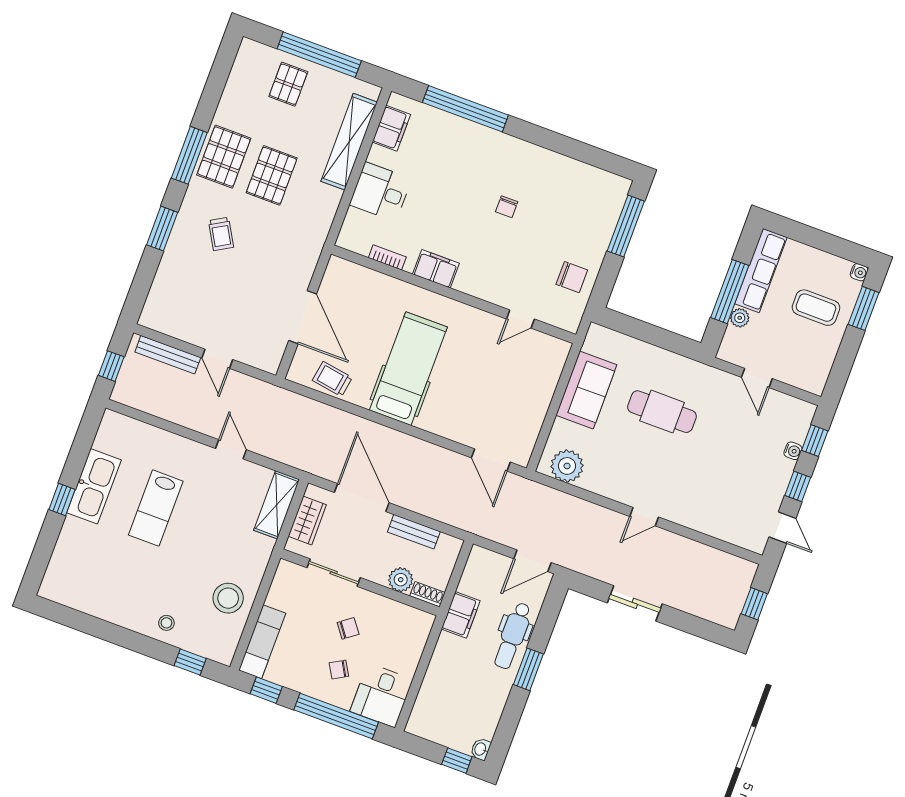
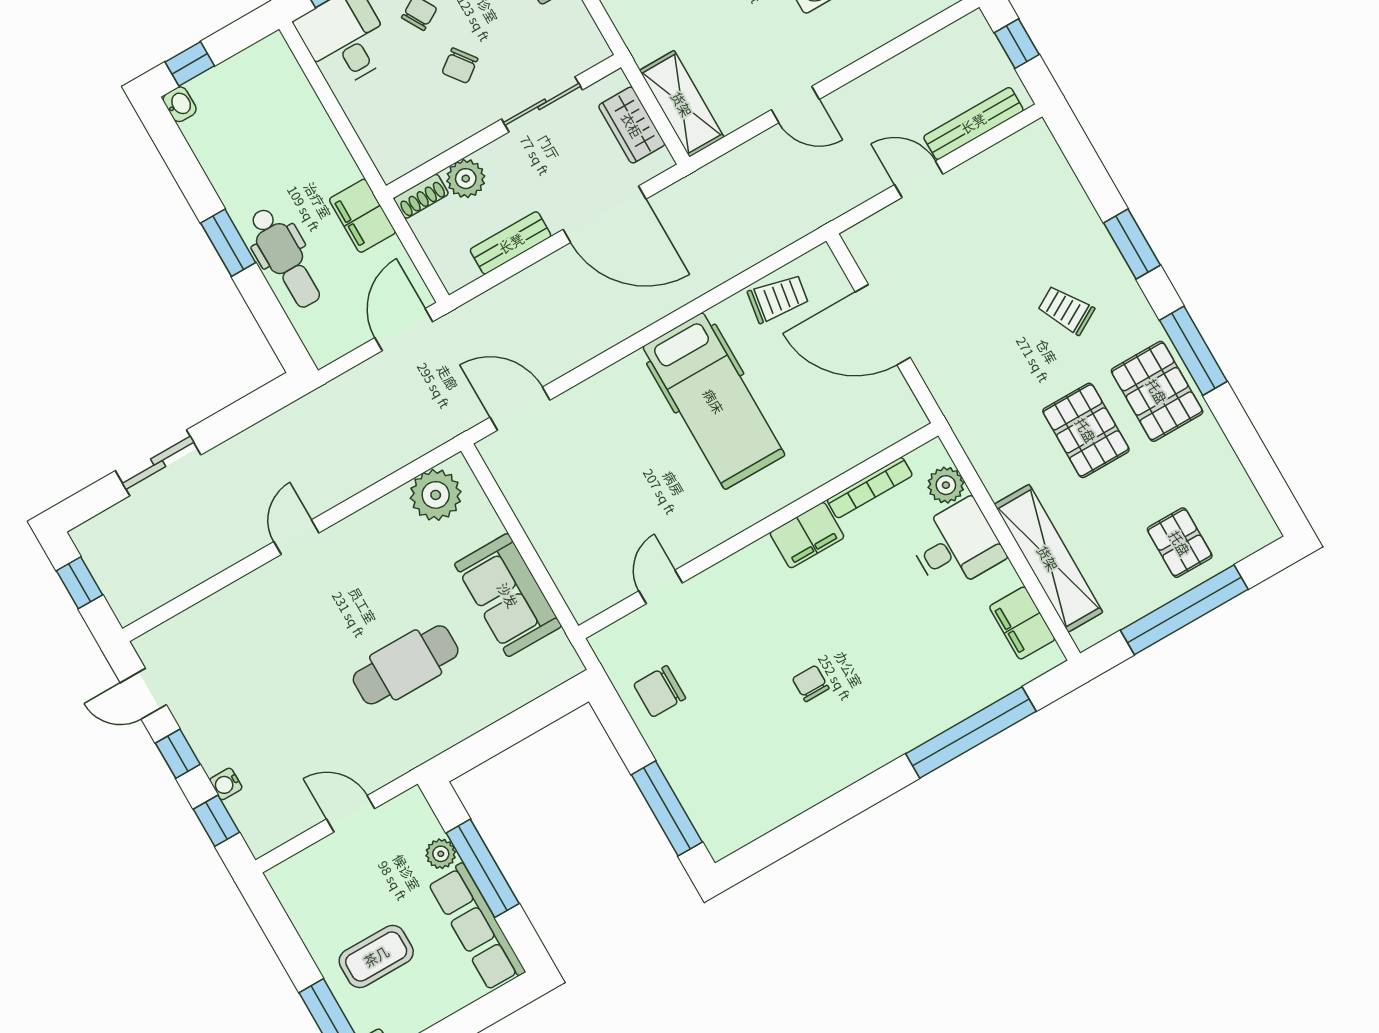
plant: (355, 221) -> (946, 485), added
bookcase: (387, 257) -> (870, 488), width x1.56
door: (532, 561) -> (404, 330), moved
sliding door: (635, 603) -> (158, 463), moved
dental chair: (513, 636) -> (285, 258), turned 180

